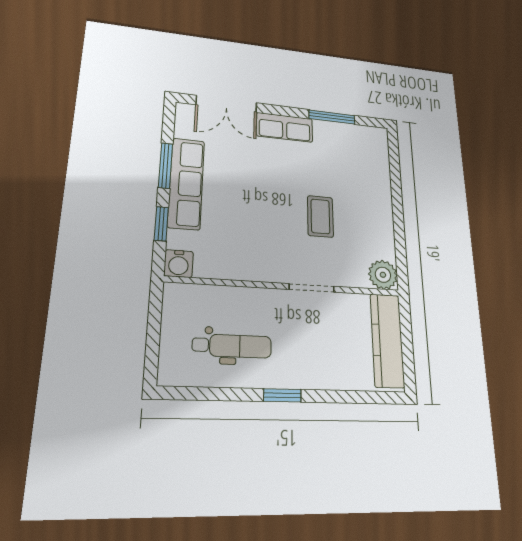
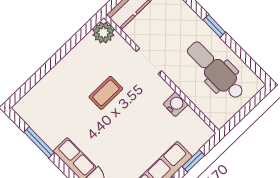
water cooler: (179, 264) -> (176, 104), moved
dental chair: (232, 346) -> (216, 70), width x1.36, depth x1.38

